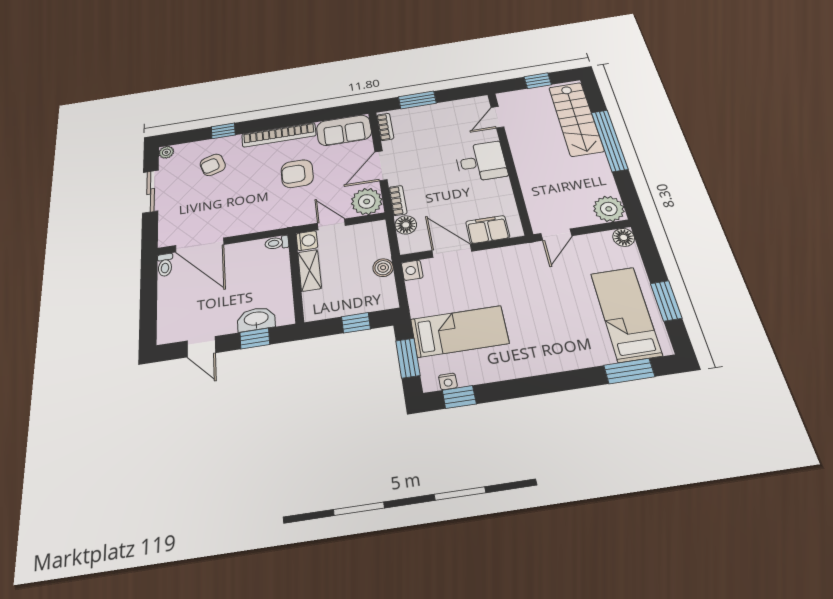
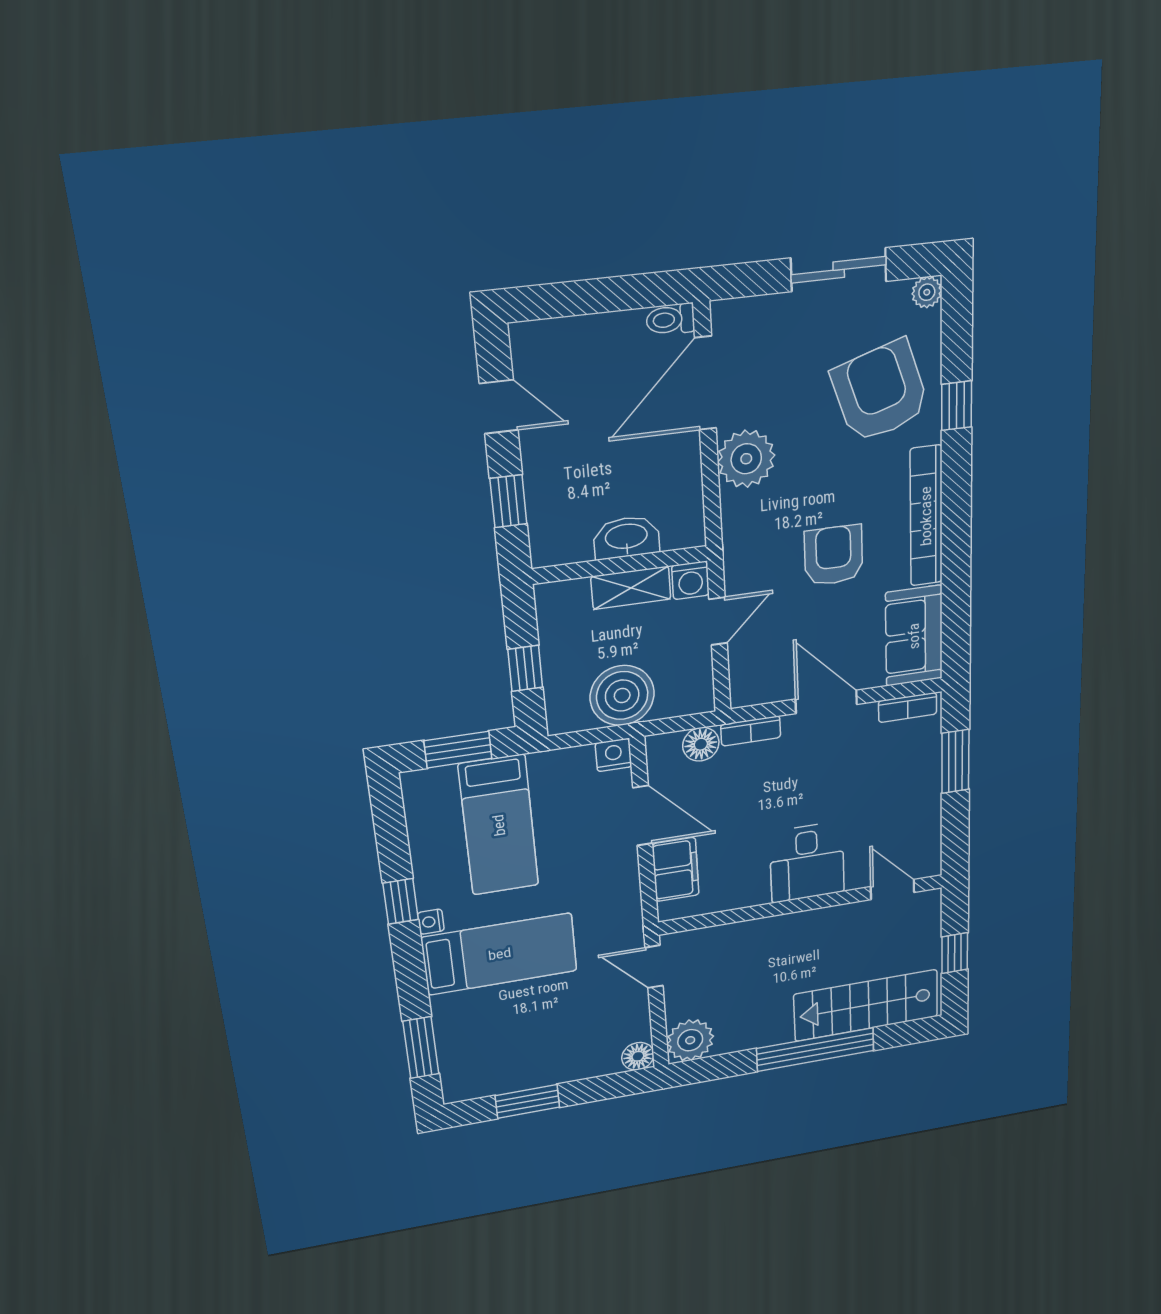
armchair: (213, 165) -> (880, 392), width x1.88, depth x1.88
plant: (367, 201) -> (746, 459), moved
toilet: (277, 243) -> (693, 527), removed
door: (452, 251) -> (643, 816), hinge flipped
boiler: (383, 268) -> (622, 695), width x1.86, depth x1.86
bed: (626, 314) -> (500, 954), moved
washbasin: (256, 319) -> (626, 537), moved, turned -90
door: (201, 347) -> (499, 407), swing flipped
nightstand: (448, 381) -> (431, 922), moved
window: (459, 397) -> (401, 901), moved

